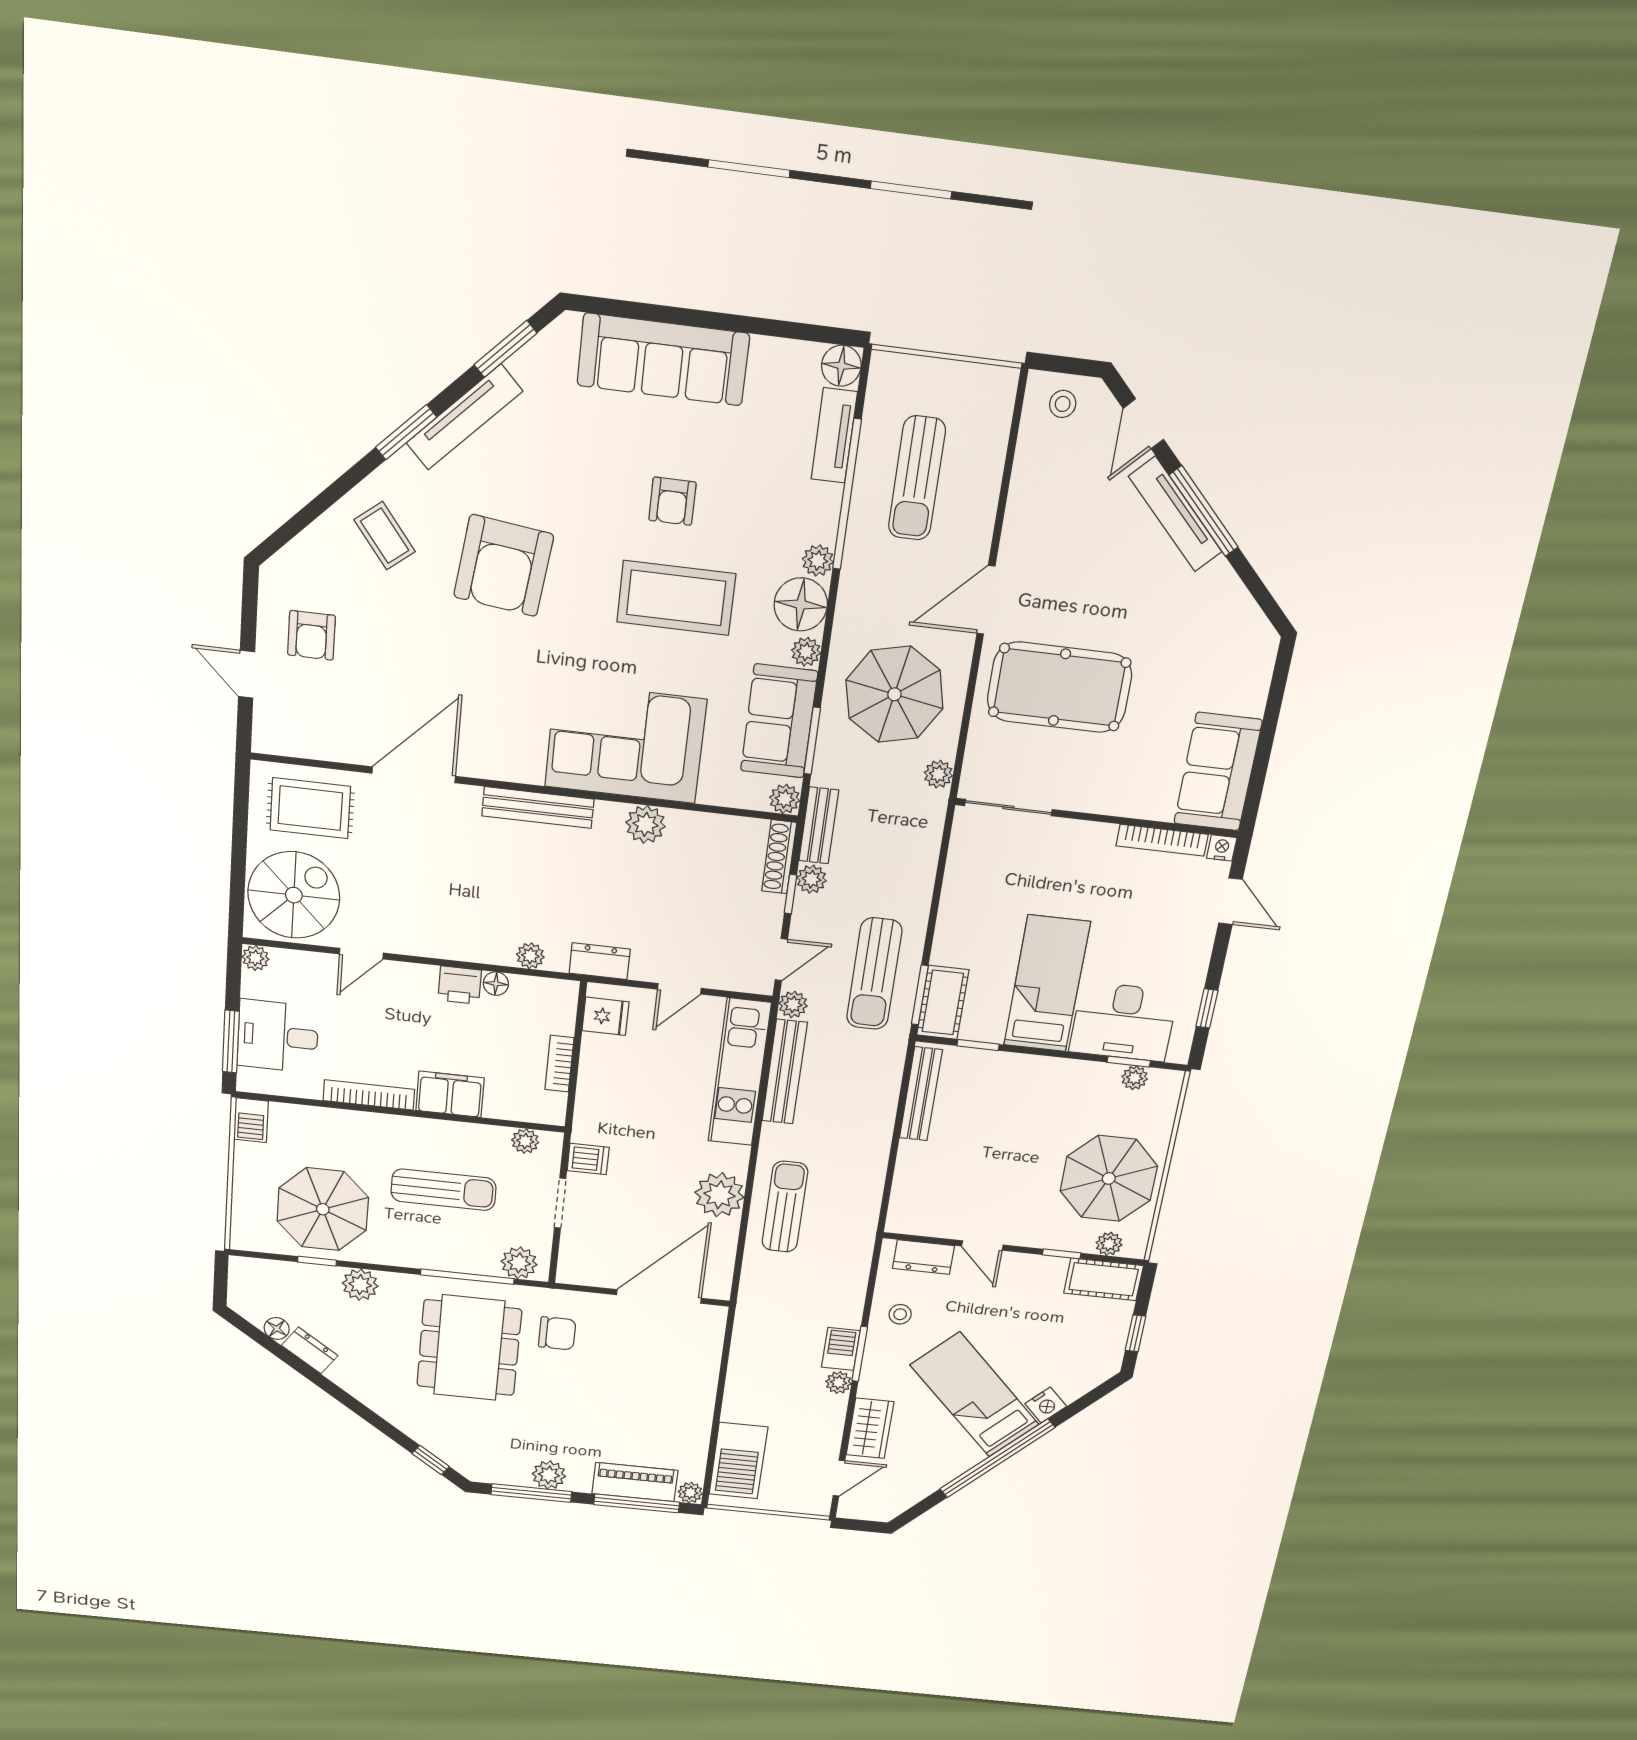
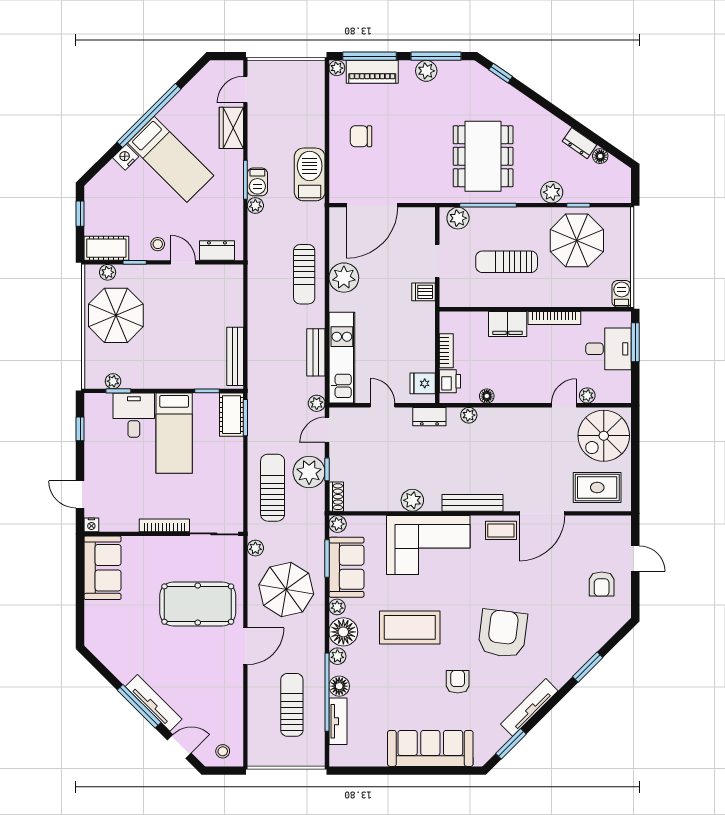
floor lamp: (841, 366) -> (339, 686), moved
door: (1143, 424) -> (179, 746), hinge flipped
window: (406, 432) -> (588, 667), moved
armchair: (672, 501) -> (458, 682), moved
coffee table: (385, 536) -> (501, 530), moved, turned -52
armchair: (312, 635) -> (602, 584), turned 180
bench: (819, 825) -> (317, 511), removed
bookcase: (1162, 840) -> (164, 525), moved
shoe rack: (779, 857) -> (336, 497), width x0.70
plant: (811, 879) -> (309, 472), width x1.87, depth x1.87
plant: (255, 958) -> (587, 395), moved
sun lounger: (874, 974) -> (273, 488), moved
printer: (460, 985) -> (450, 381), moved, turned 90
door: (679, 989) -> (382, 405), hinge flipped
desk: (1123, 1022) -> (134, 415), width x0.73
bench: (785, 1072) -> (316, 352), width x0.73
plant: (525, 1141) -> (461, 299), removed
stool: (900, 1314) -> (158, 244), moved
chair: (557, 1333) -> (361, 136), moved
plant: (839, 1382) -> (255, 206), moved
barbecue: (738, 1461) -> (310, 174), moved

